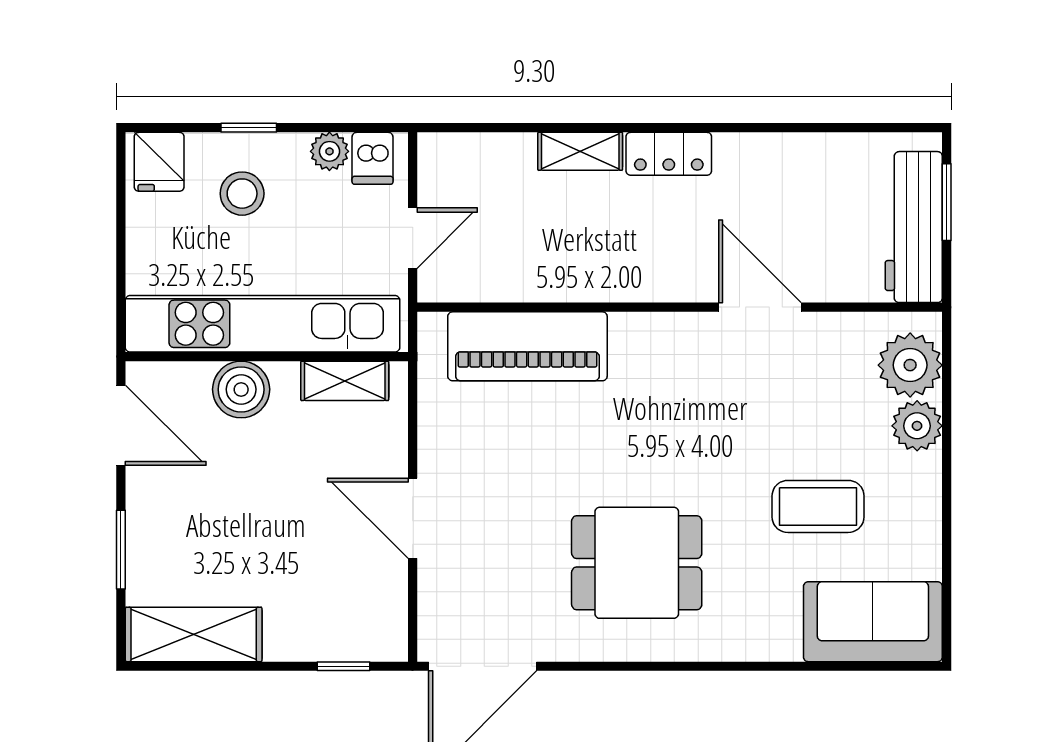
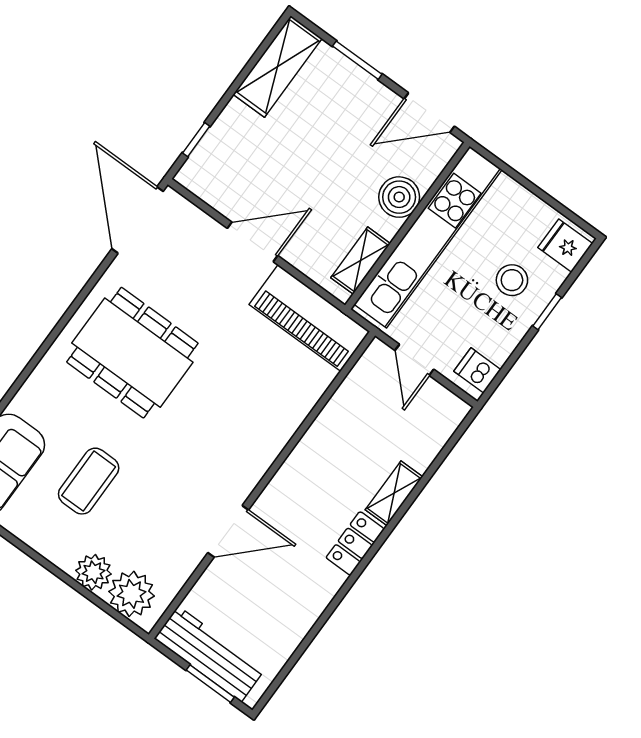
plant: (329, 151) -> (499, 348), removed
piano: (527, 346) -> (309, 318), moved, turned -90
dining table: (637, 563) -> (132, 353), width x1.37

